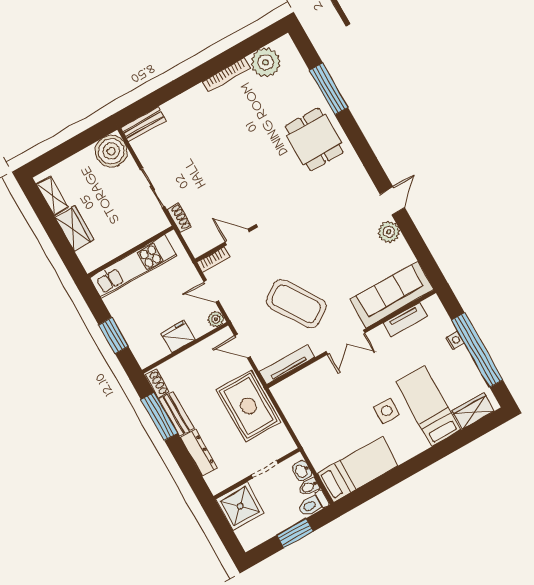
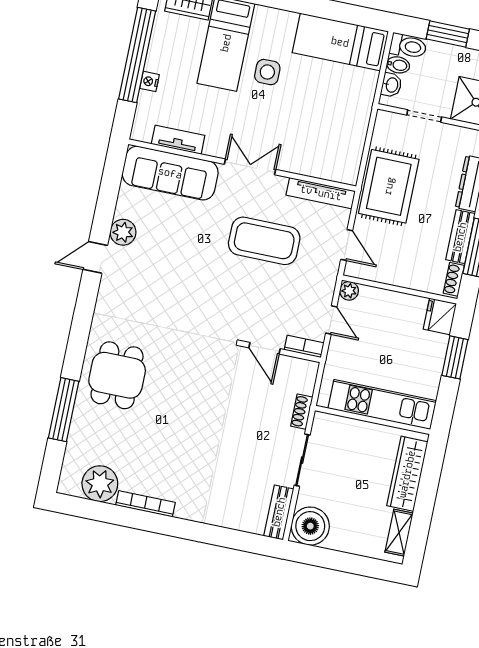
bench: (143, 124) -> (279, 512), moved, turned 90
wardrobe: (75, 228) -> (407, 474), width x1.50
coffee table: (296, 304) -> (264, 241), turned -57
fridge: (178, 337) -> (440, 316), moved, turned 90

